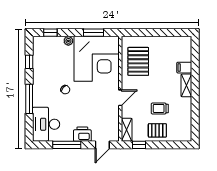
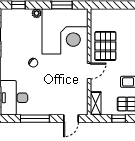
pallet: (138, 61) -> (105, 46), moved
printer: (82, 134) -> (51, 108), removed
window: (139, 145) -> (119, 119), moved

